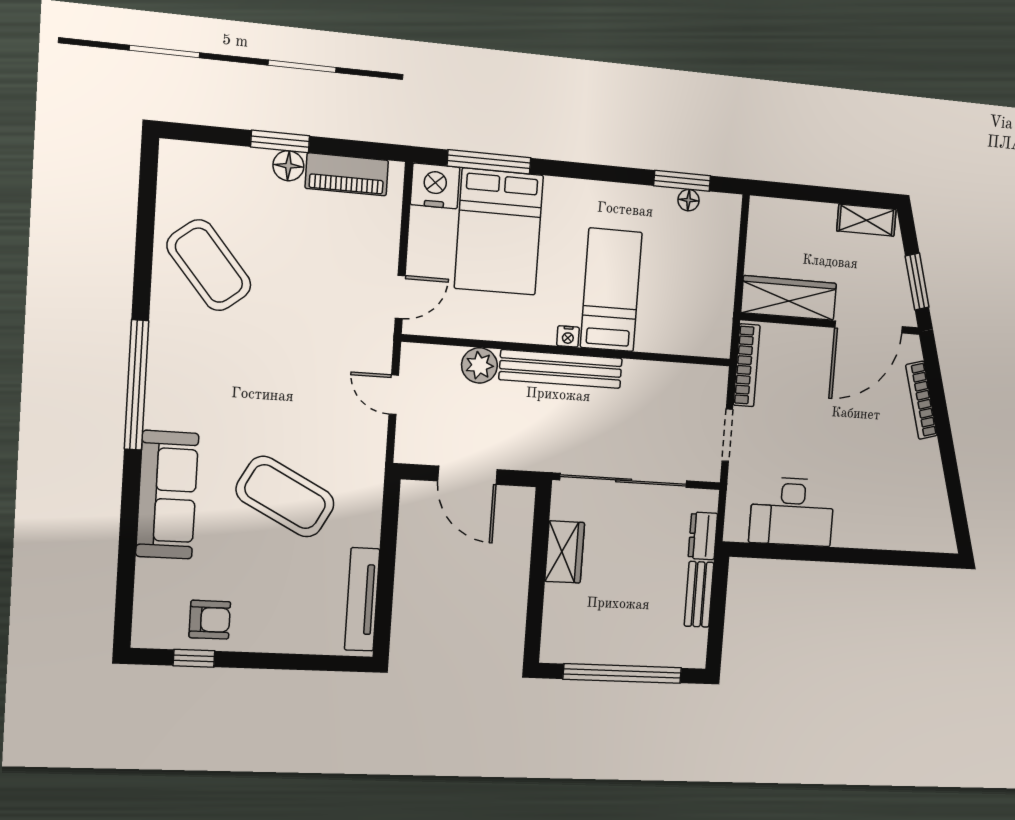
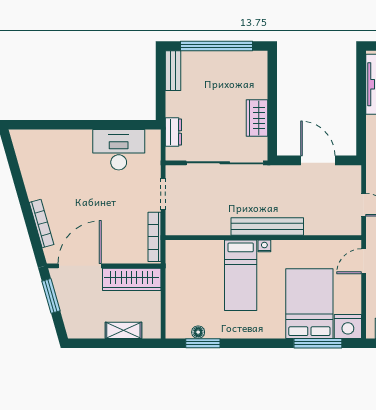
shelving: (866, 220) -> (123, 330), moved
plant: (479, 365) -> (315, 225), removed
bench: (699, 594) -> (173, 71), moved

